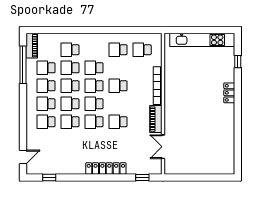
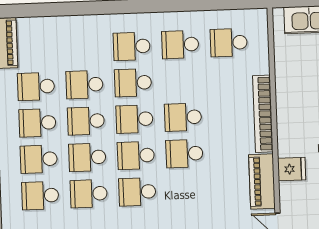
school desk: (70, 50) -> (132, 46), moved
fridge: (171, 113) -> (292, 169), added
school desk: (118, 122) -> (184, 154), moved

